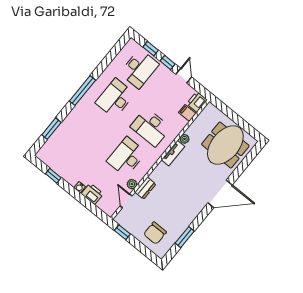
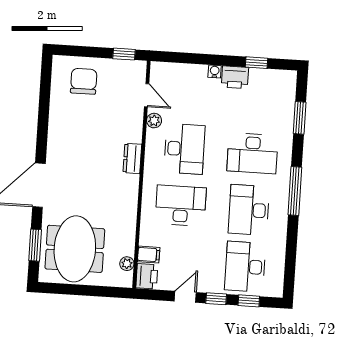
door: (184, 76) -> (185, 297), swing flipped
desk: (115, 98) -> (249, 210), turned 180
desk: (91, 128) -> (253, 153), added
plant: (185, 139) -> (127, 264), moved
tv unit: (173, 153) -> (131, 194), removed
dresser: (145, 188) -> (132, 158), moved
printer: (92, 194) -> (235, 77), moved
window: (185, 237) -> (35, 245), moved

